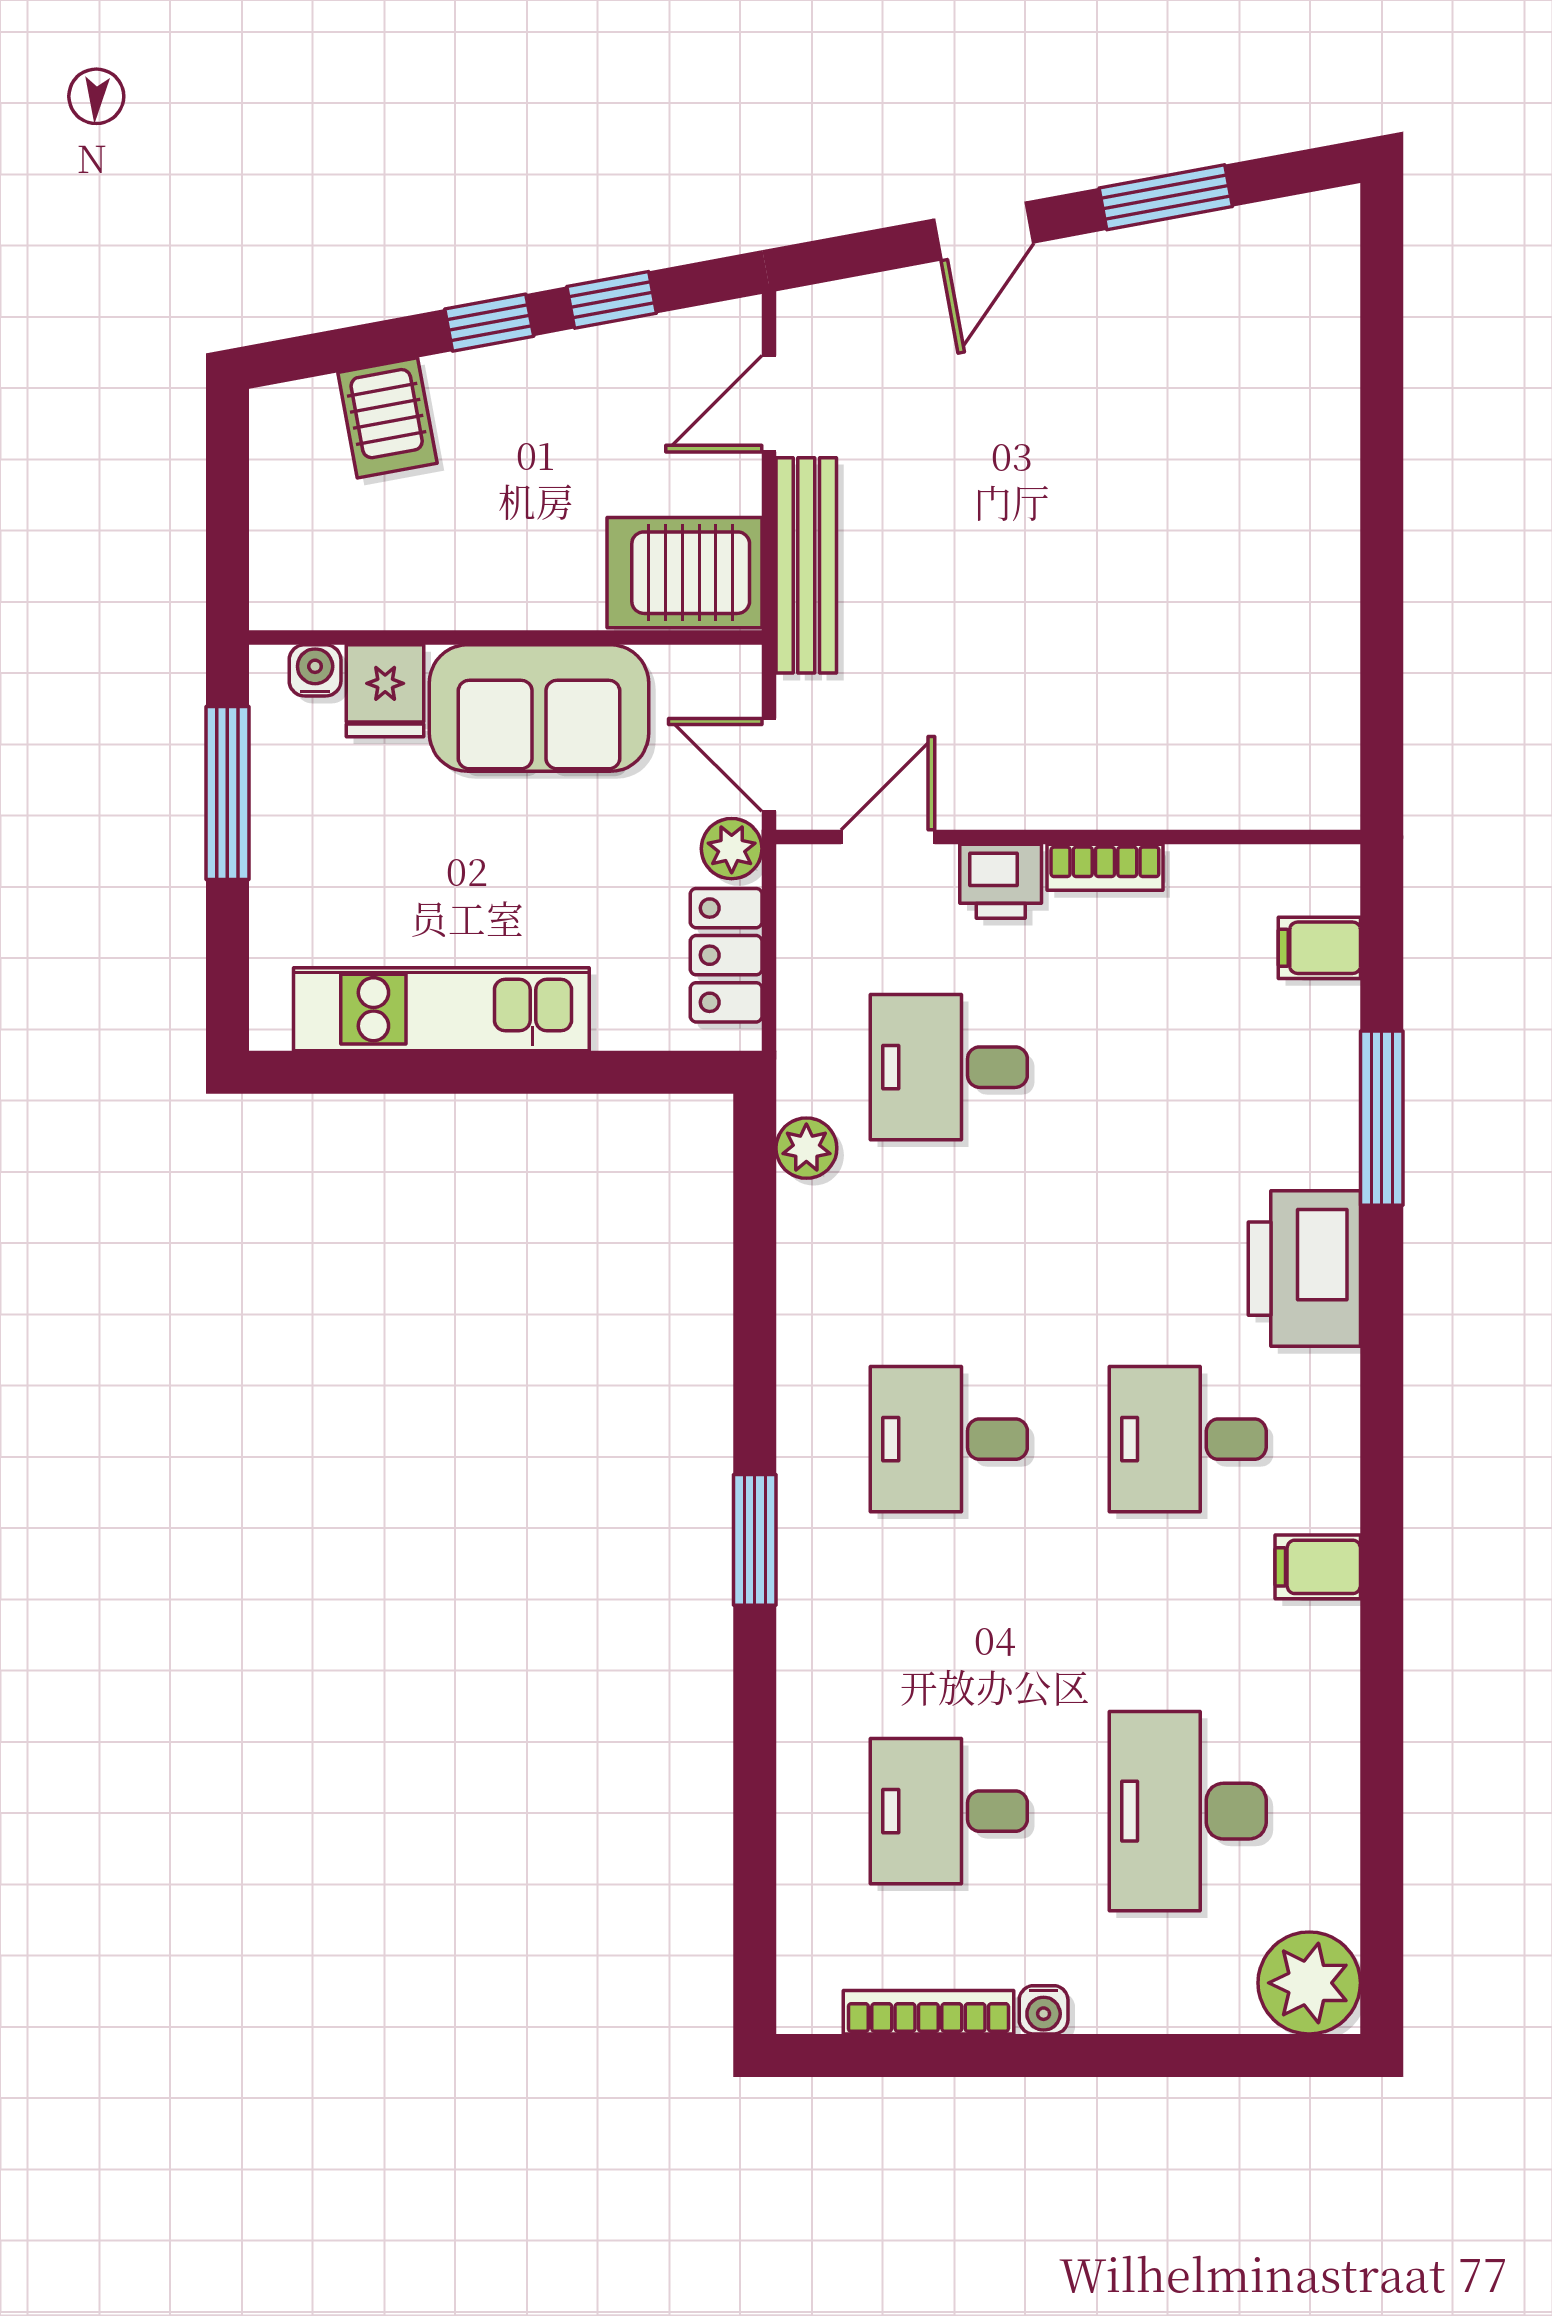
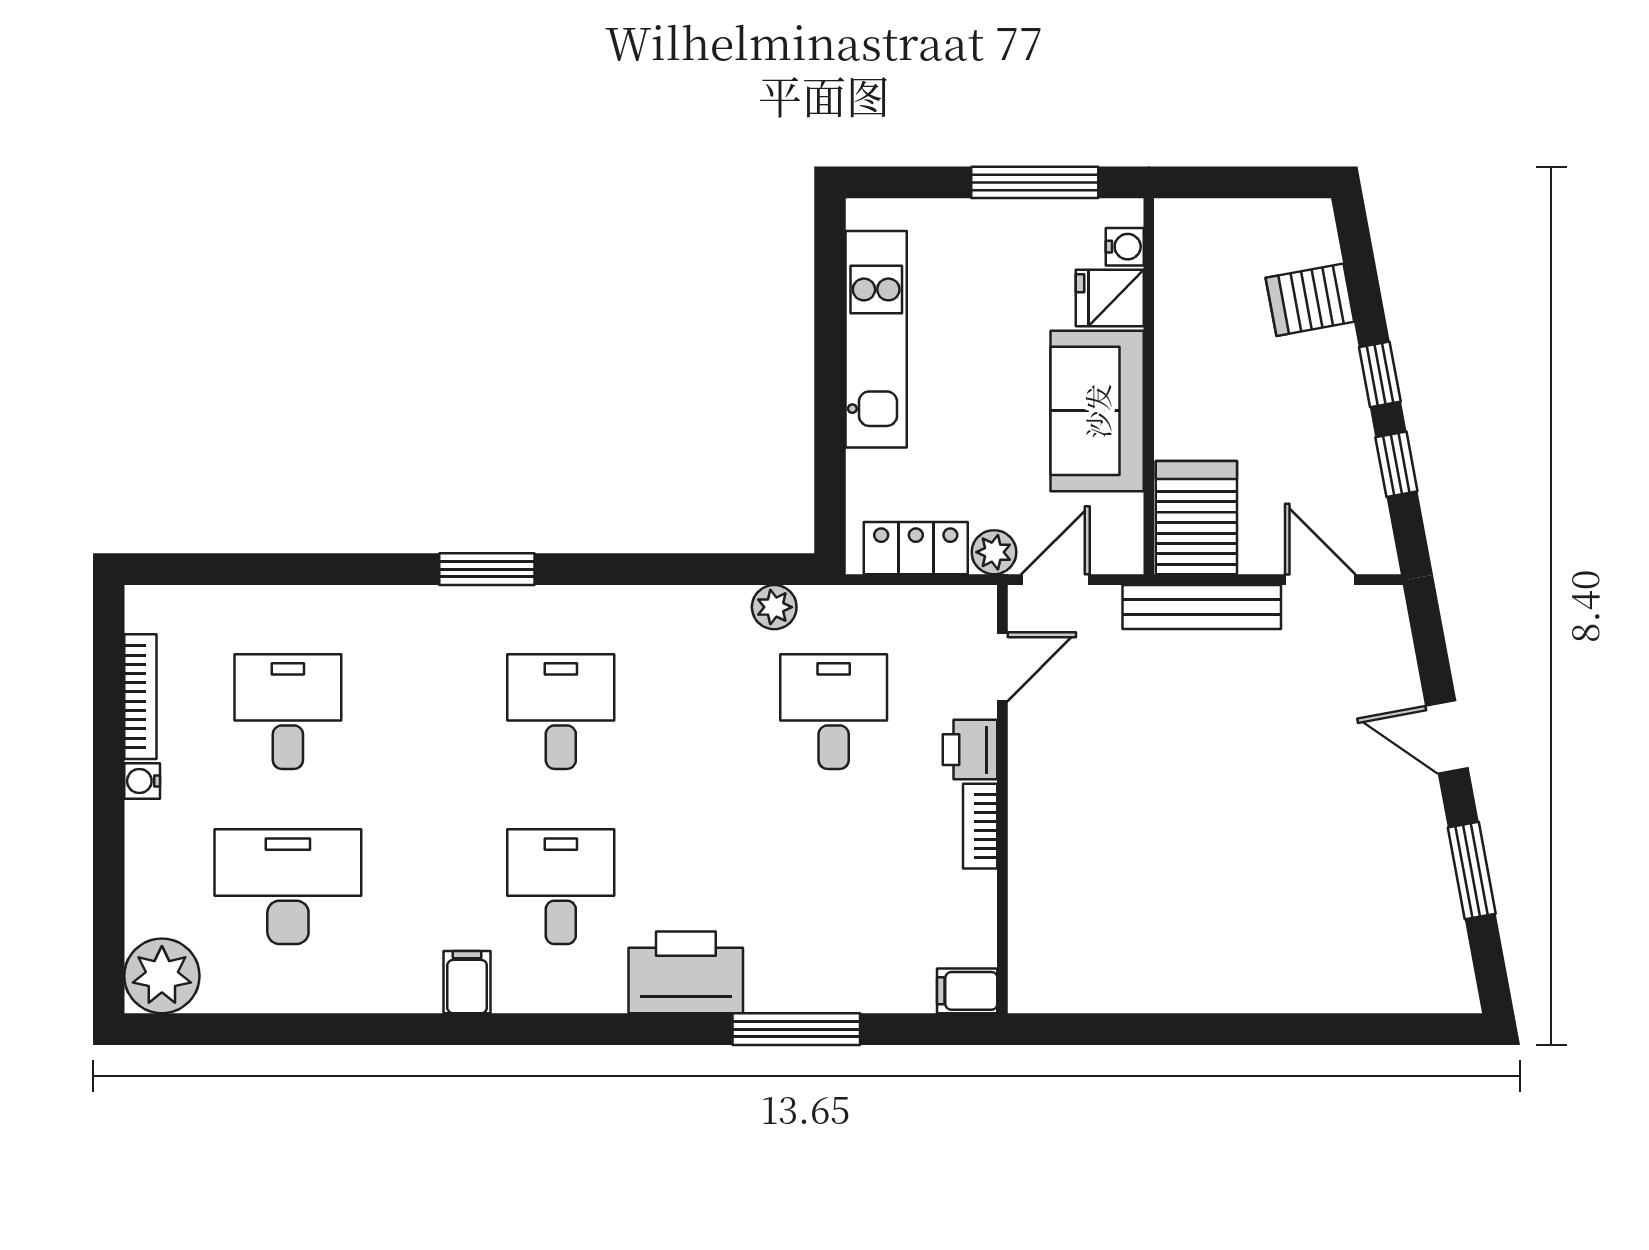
door: (888, 837) -> (1002, 667), hinge flipped
filing cabinet: (1319, 948) -> (967, 991), moved, turned -90

